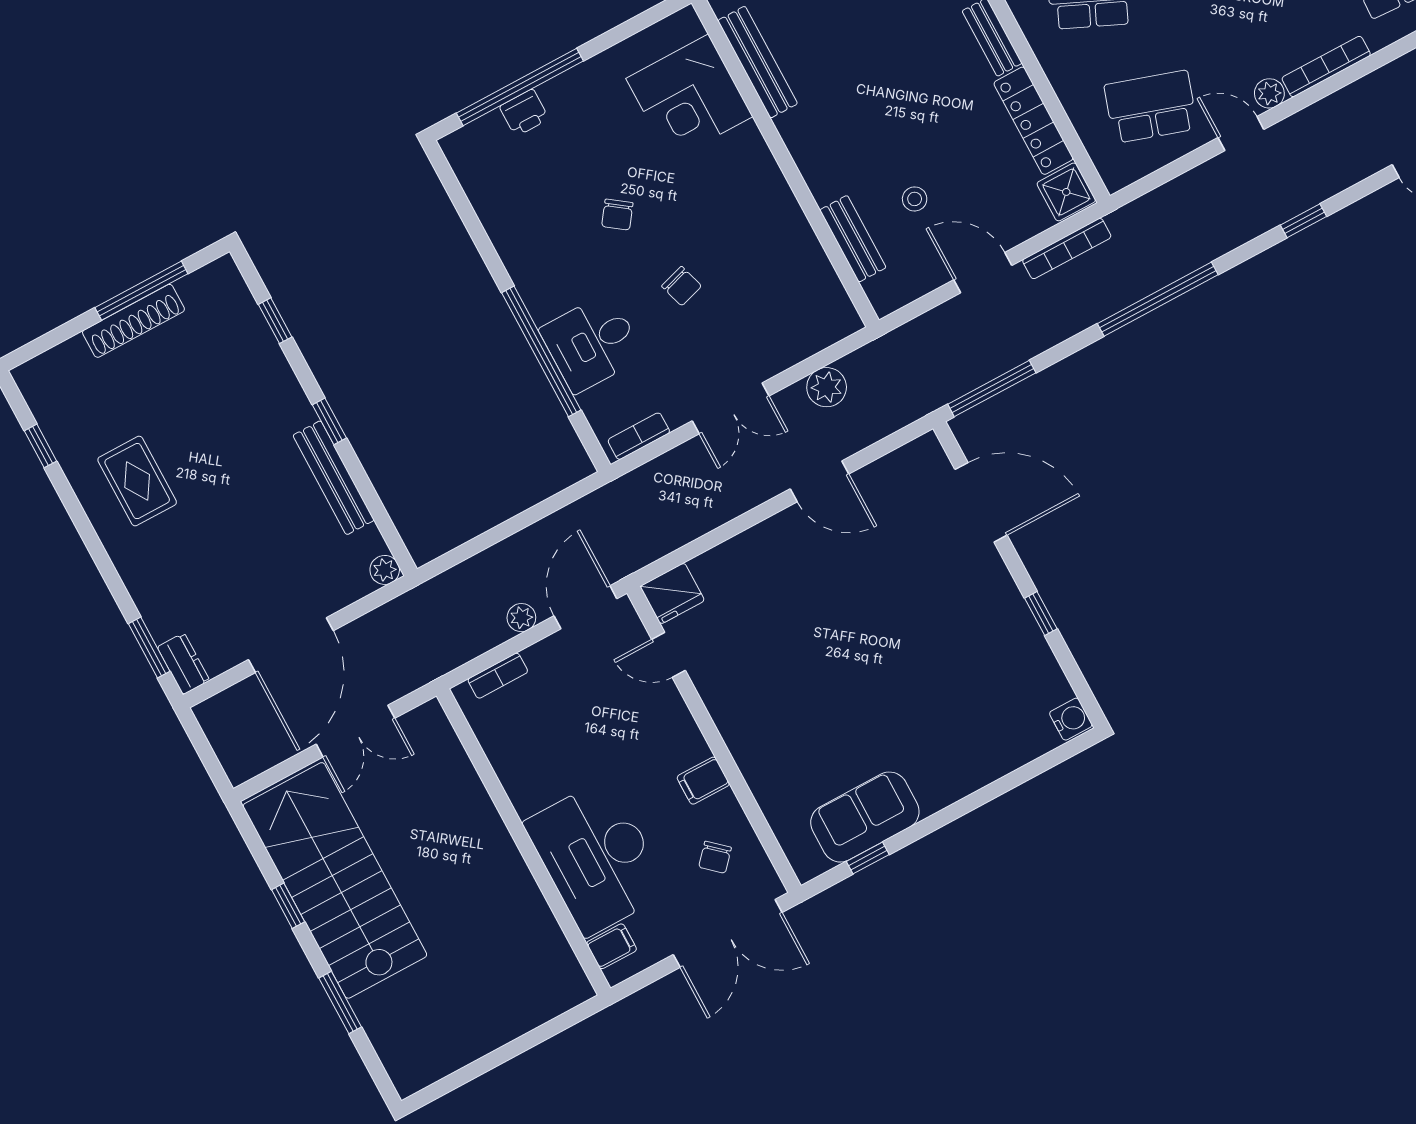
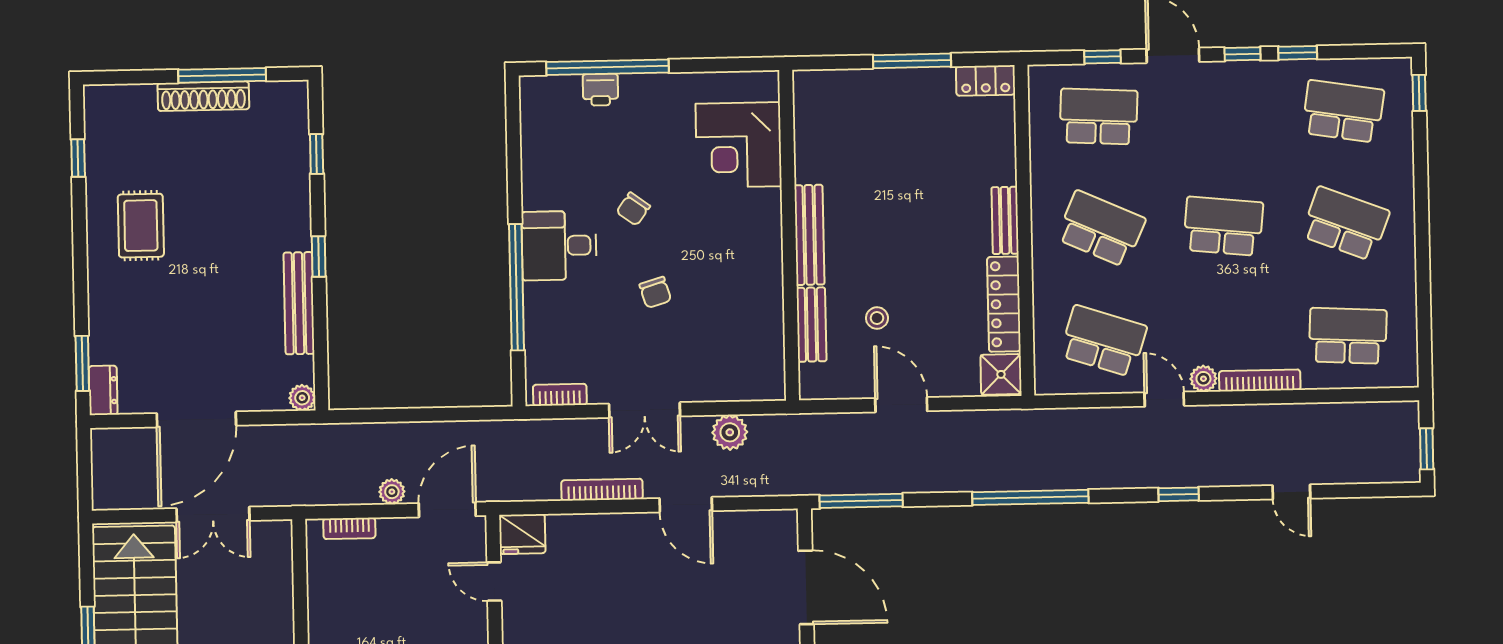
bench: (758, 62) -> (809, 235), moved
bookcase: (1067, 249) -> (602, 490), moved, turned 180
desk: (592, 343) -> (559, 246), moved

